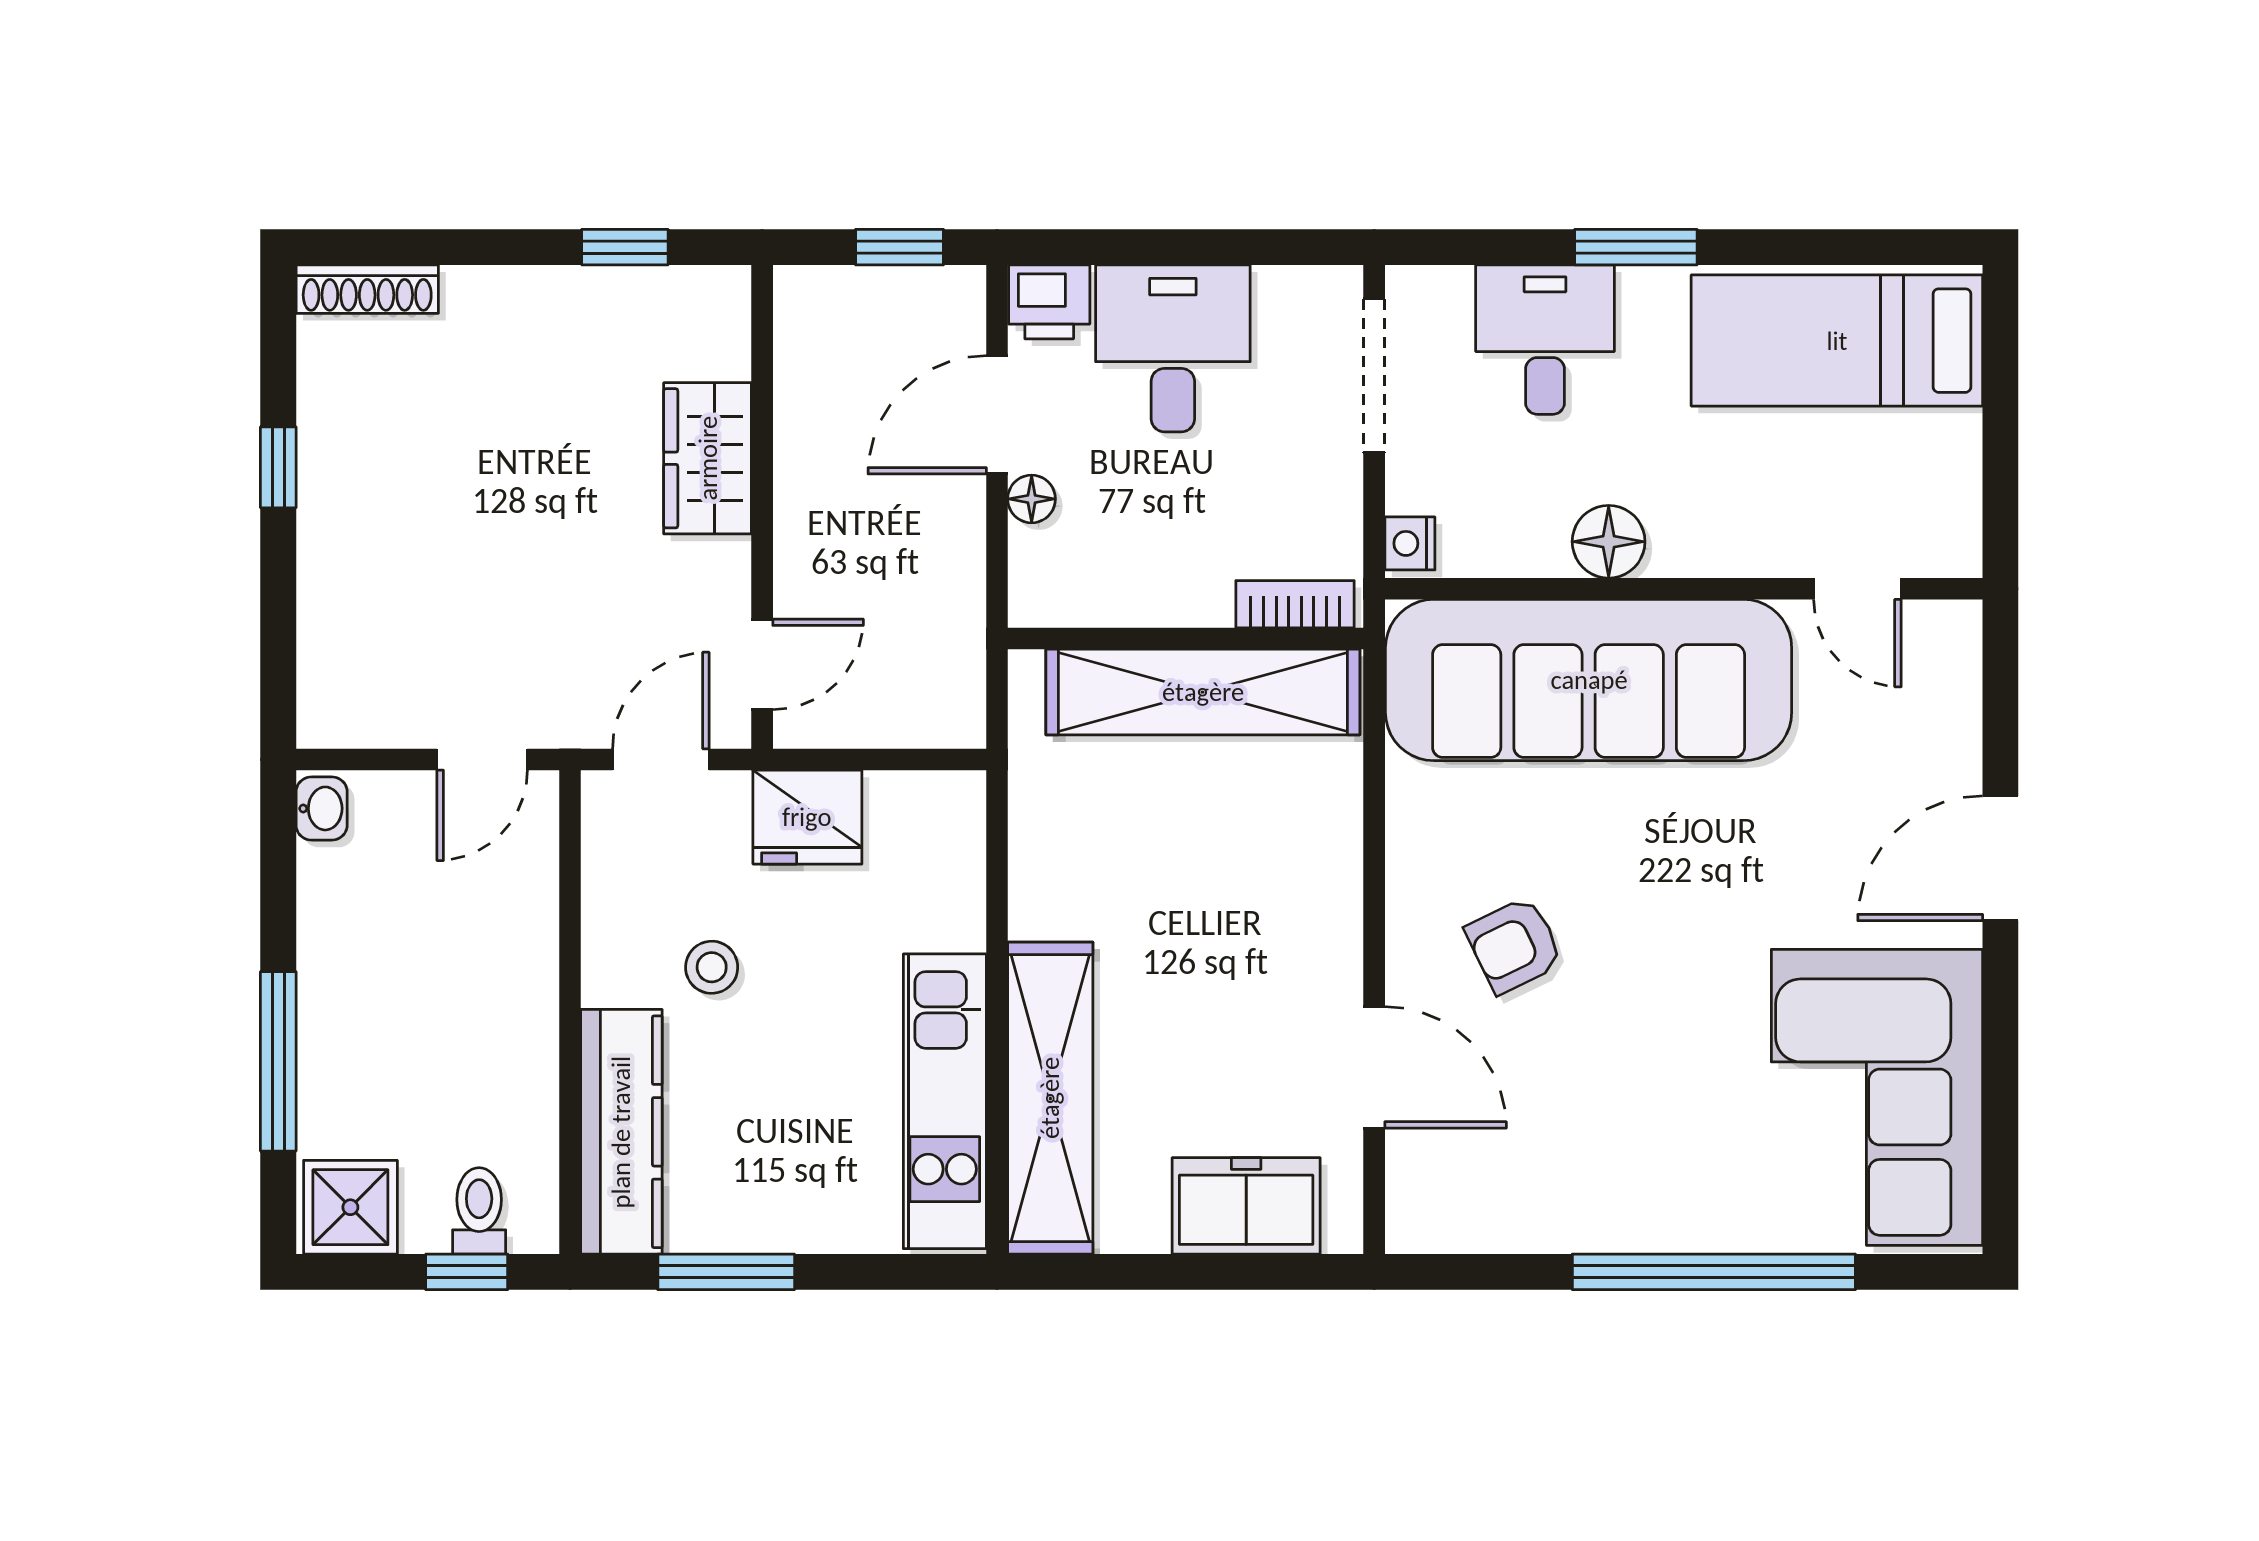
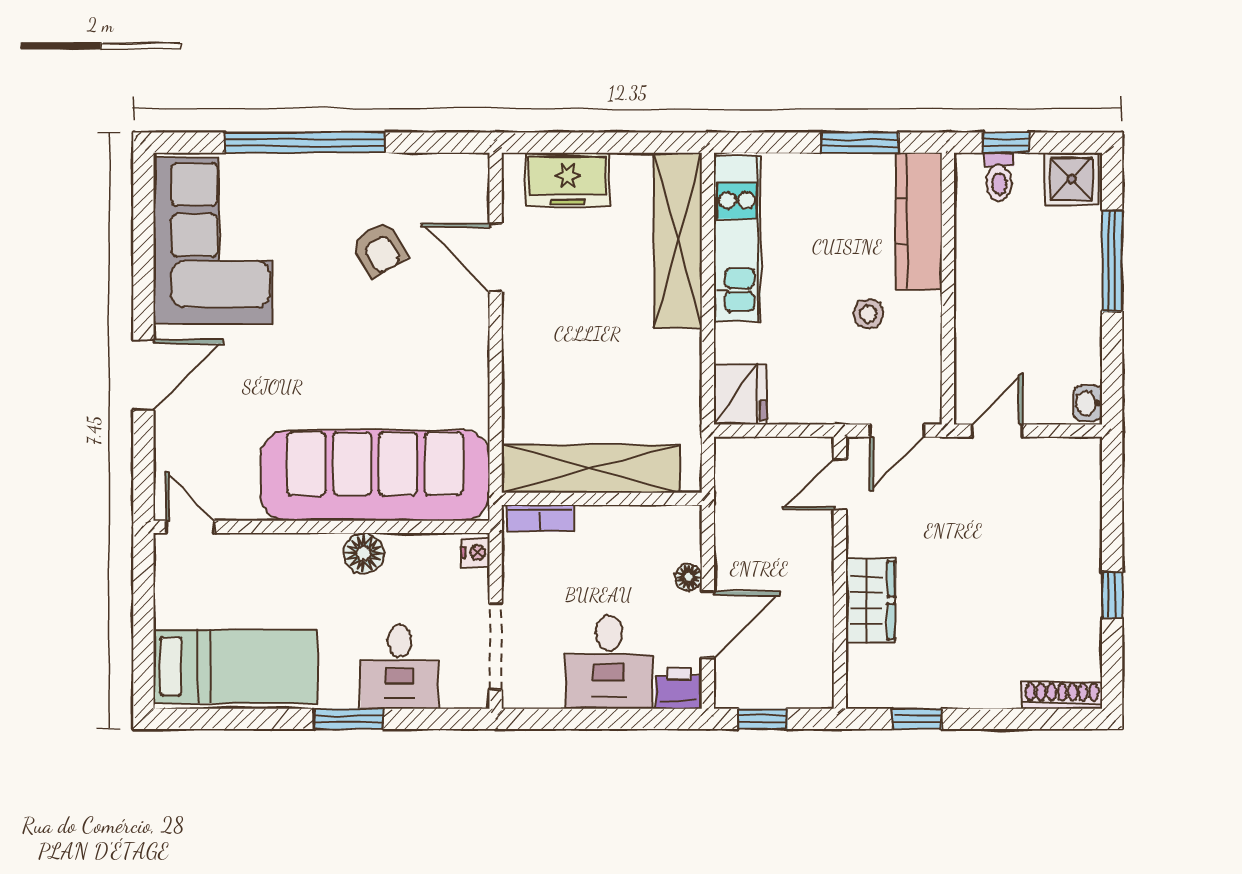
door: (1857, 589) -> (190, 527), moved
fridge: (807, 817) -> (740, 394), moved, turned 90
armchair: (1514, 945) -> (379, 249), moved, turned 85

